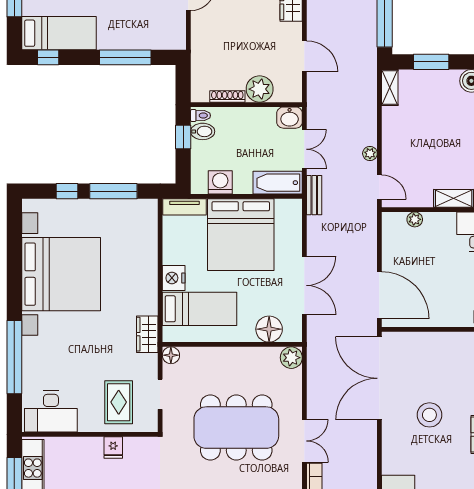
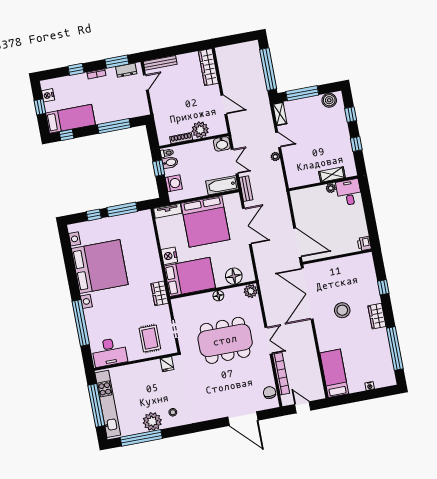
window: (431, 62) -> (302, 93), width x1.44
washing machine: (220, 182) -> (174, 183), moved, turned 90
door: (379, 187) -> (278, 140), moved
plant: (415, 219) -> (331, 188), moved
double door: (304, 285) -> (247, 226), moved
bed: (200, 309) -> (190, 277), width x1.50
floor lamp: (171, 355) -> (218, 296), moved
fridge: (113, 448) -> (167, 364), moved

